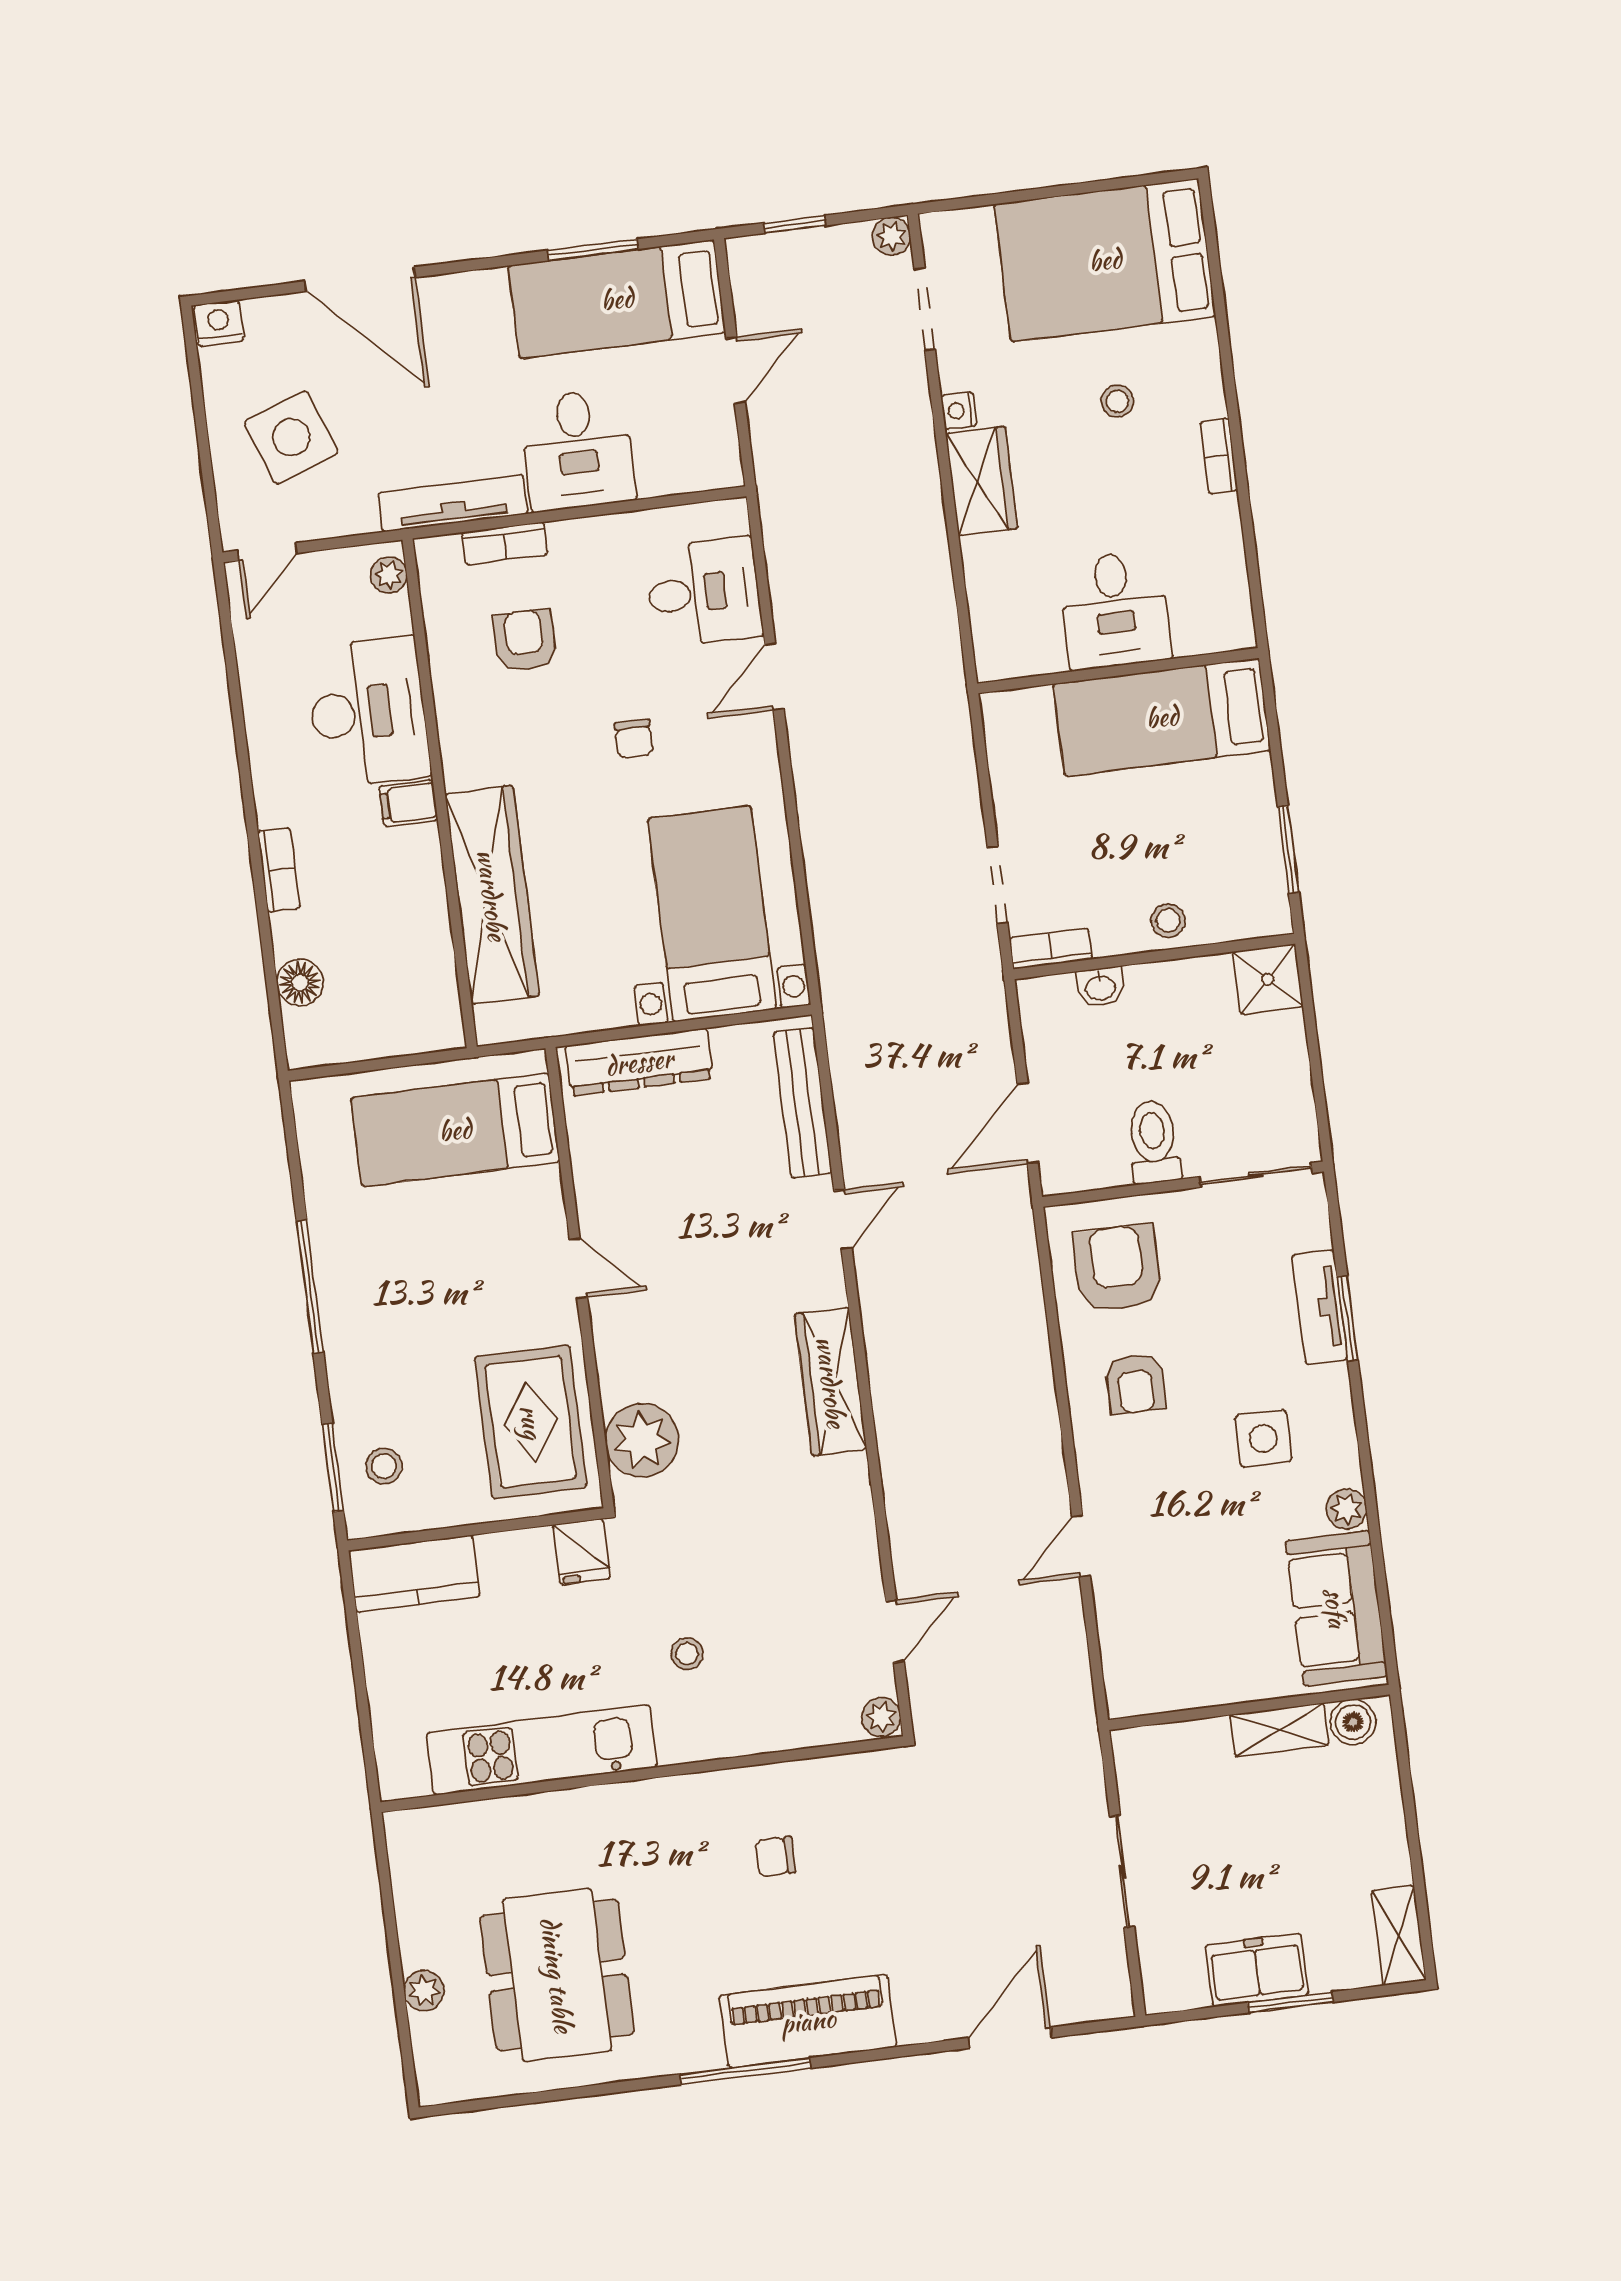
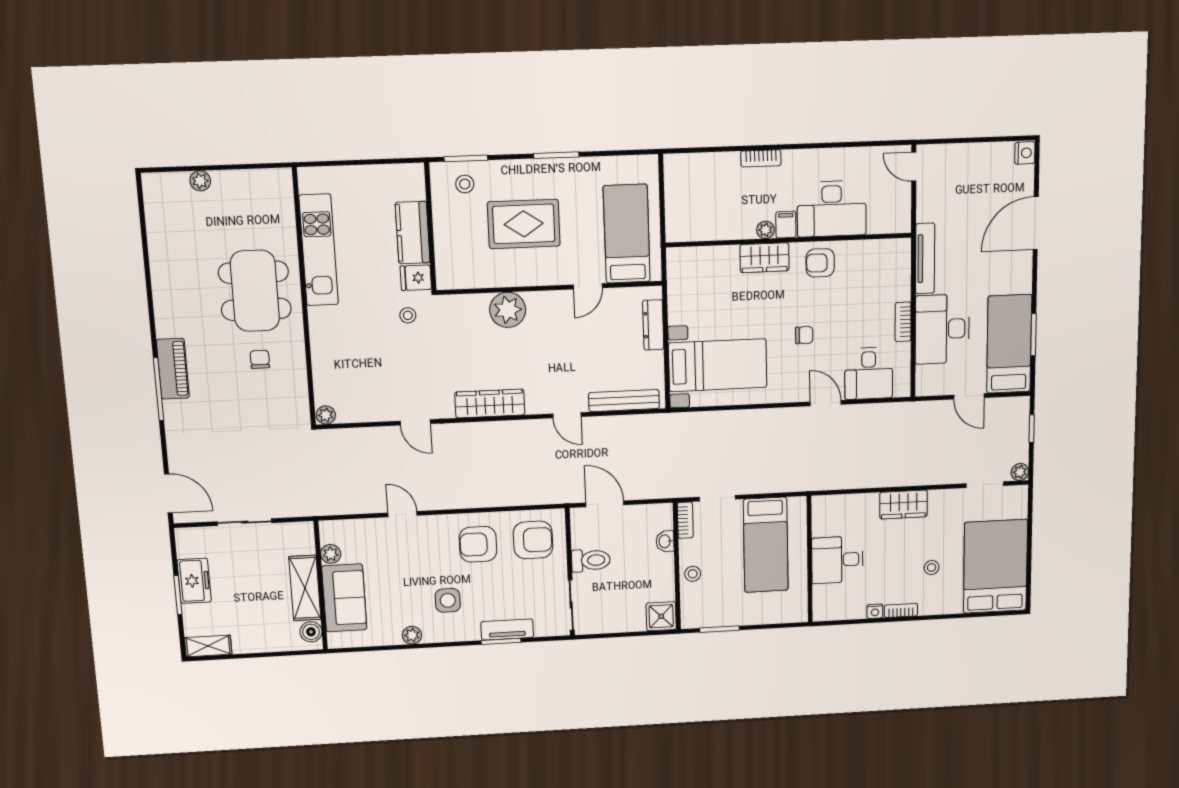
nightstand: (959, 411) -> (875, 611), moved, turned 180
side table: (291, 437) -> (966, 183), removed
desk: (578, 450) -> (942, 329), width x1.37
bookcase: (505, 543) -> (903, 322), moved
plant: (389, 575) -> (766, 230), moved
armchair: (525, 641) -> (820, 263), moved, turned 180
bed: (1162, 717) -> (766, 545), moved, turned 180
chair: (634, 739) -> (804, 335), turned 180
wardrobe: (492, 895) -> (764, 258), width x0.48, depth x0.85
floor lamp: (300, 983) -> (705, 164), removed
dresser: (639, 1062) -> (653, 325), width x0.73, depth x0.80
door: (578, 1268) -> (588, 286), moved
window: (310, 1287) -> (556, 155), width x0.69
armchair: (1135, 1384) -> (478, 544), width x1.38, depth x1.38
rug: (531, 1422) -> (524, 224), moved
plant: (642, 1440) -> (508, 310), moved
kitchen counter: (414, 1574) -> (413, 233), moved
sofa: (1336, 1608) -> (344, 598), moved, turned 90
door: (895, 1631) -> (415, 422), moved
stool: (687, 1654) -> (408, 315), moved
plant: (1178, 1690) -> (331, 554), added
shelving: (1279, 1730) -> (305, 588), width x1.50, depth x1.33
dining table: (557, 1975) -> (255, 291), moved, turned 90
piano: (808, 2021) -> (173, 369), width x0.73, depth x0.75
door: (1010, 2038) -> (168, 493), moved
window: (746, 2071) -> (158, 389), moved

